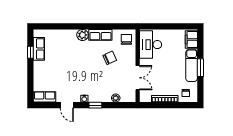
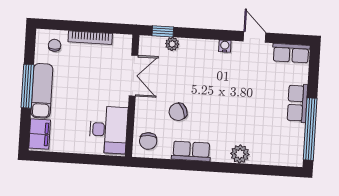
plant: (83, 35) -> (240, 154), moved
row of seats: (39, 49) -> (297, 103), moved
window: (30, 52) -> (310, 129), width x3.17
window: (200, 68) -> (28, 86), width x1.44
double door: (138, 78) -> (133, 76), swing flipped
window: (95, 105) -> (163, 31), moved

